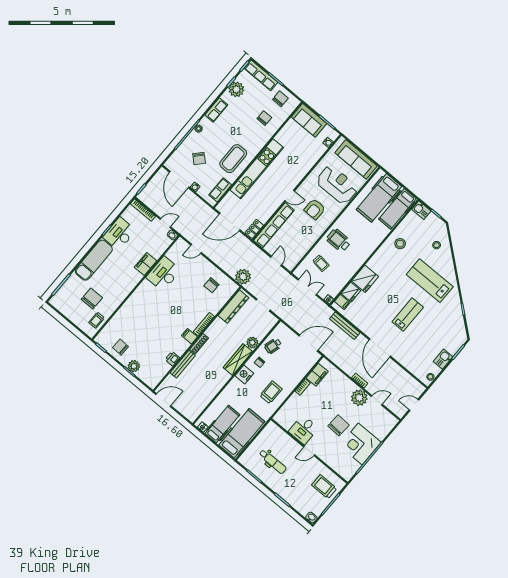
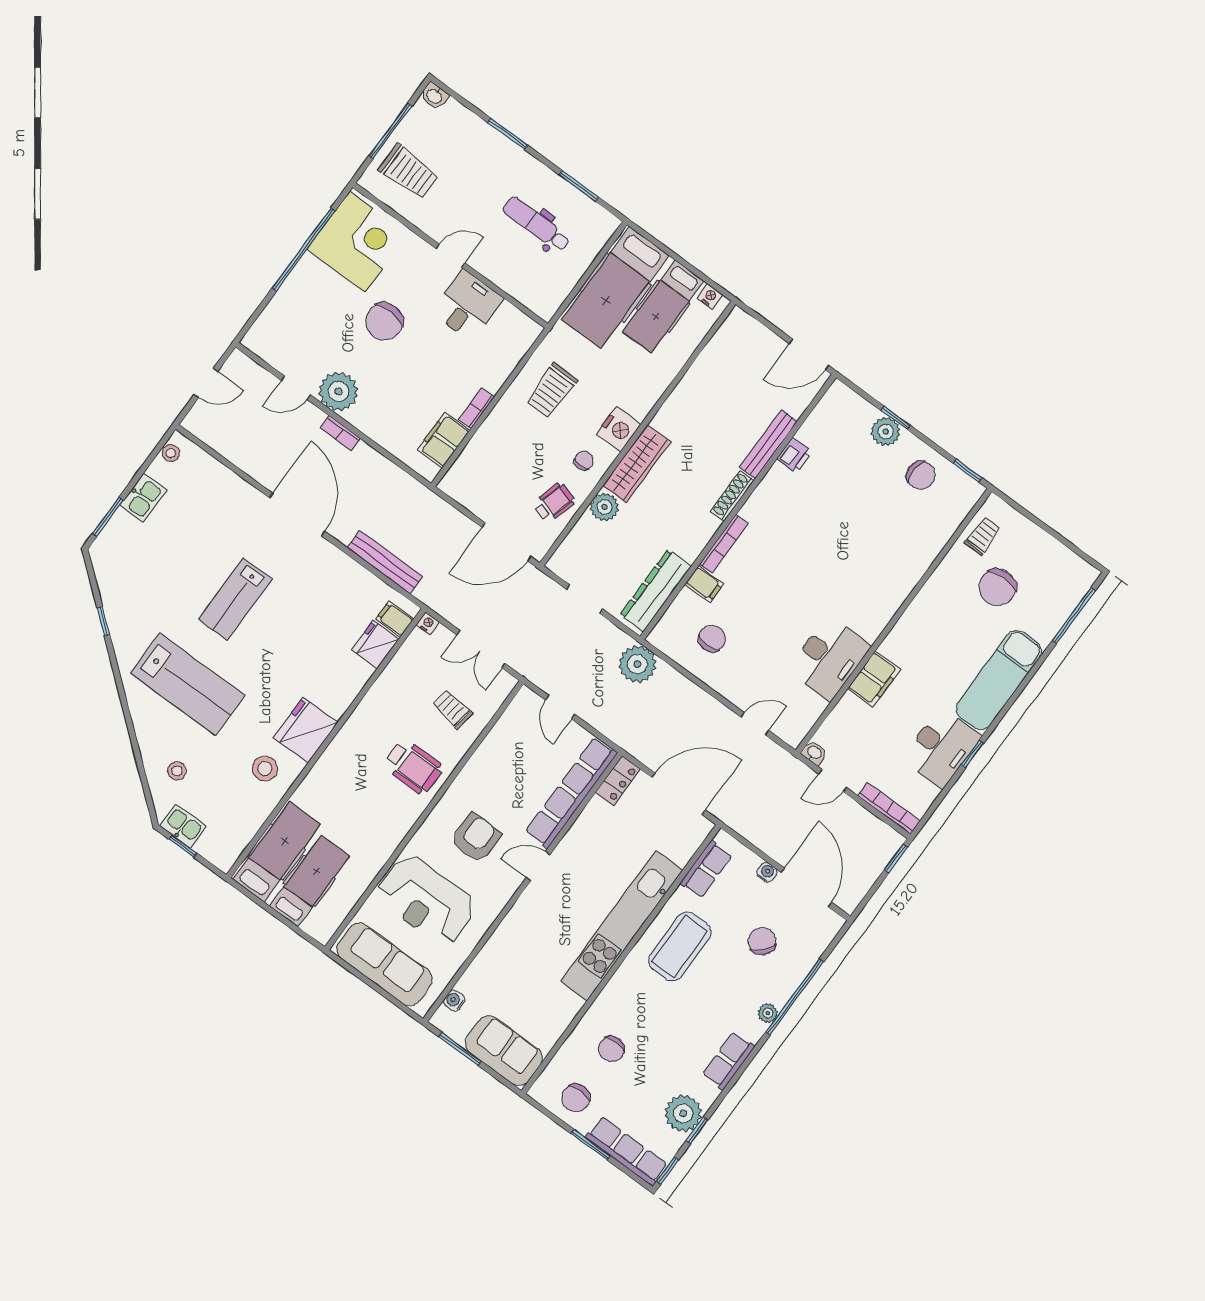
hospital bed: (379, 198) -> (309, 881), width x0.73, depth x0.78
kitchen sink: (421, 210) -> (183, 826), moved
fridge: (365, 279) -> (306, 730), moved
filing cabinet: (190, 336) -> (704, 584), moved
door: (309, 343) -> (507, 542), moved
corner desk: (360, 444) -> (357, 242), moved

